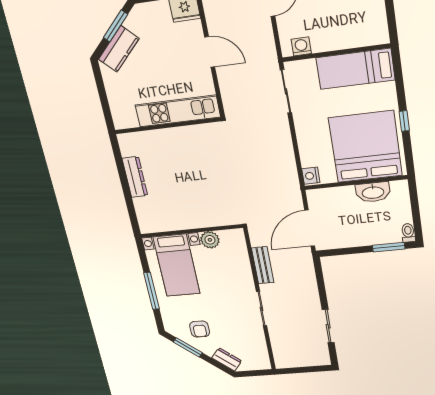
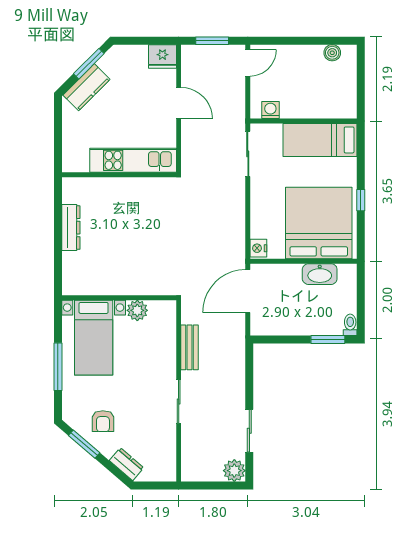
door: (310, 228) -> (248, 291), moved
plant: (320, 357) -> (234, 471), added

